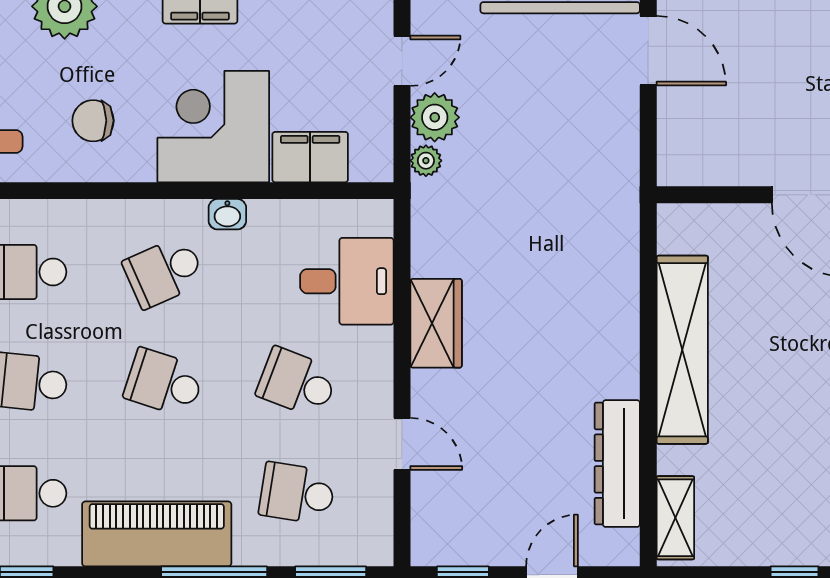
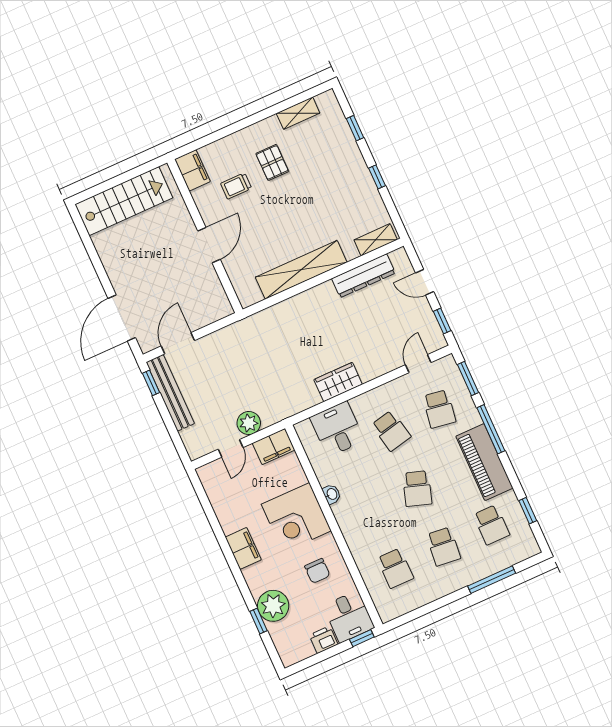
door: (402, 61) -> (231, 448), swing flipped
filing cabinet: (310, 157) -> (274, 447), moved, turned -90
plant: (426, 161) -> (269, 418), removed
school desk: (164, 272) -> (369, 510), removed
school desk: (297, 383) -> (391, 431), turned -33
door: (402, 444) -> (418, 364), moved

